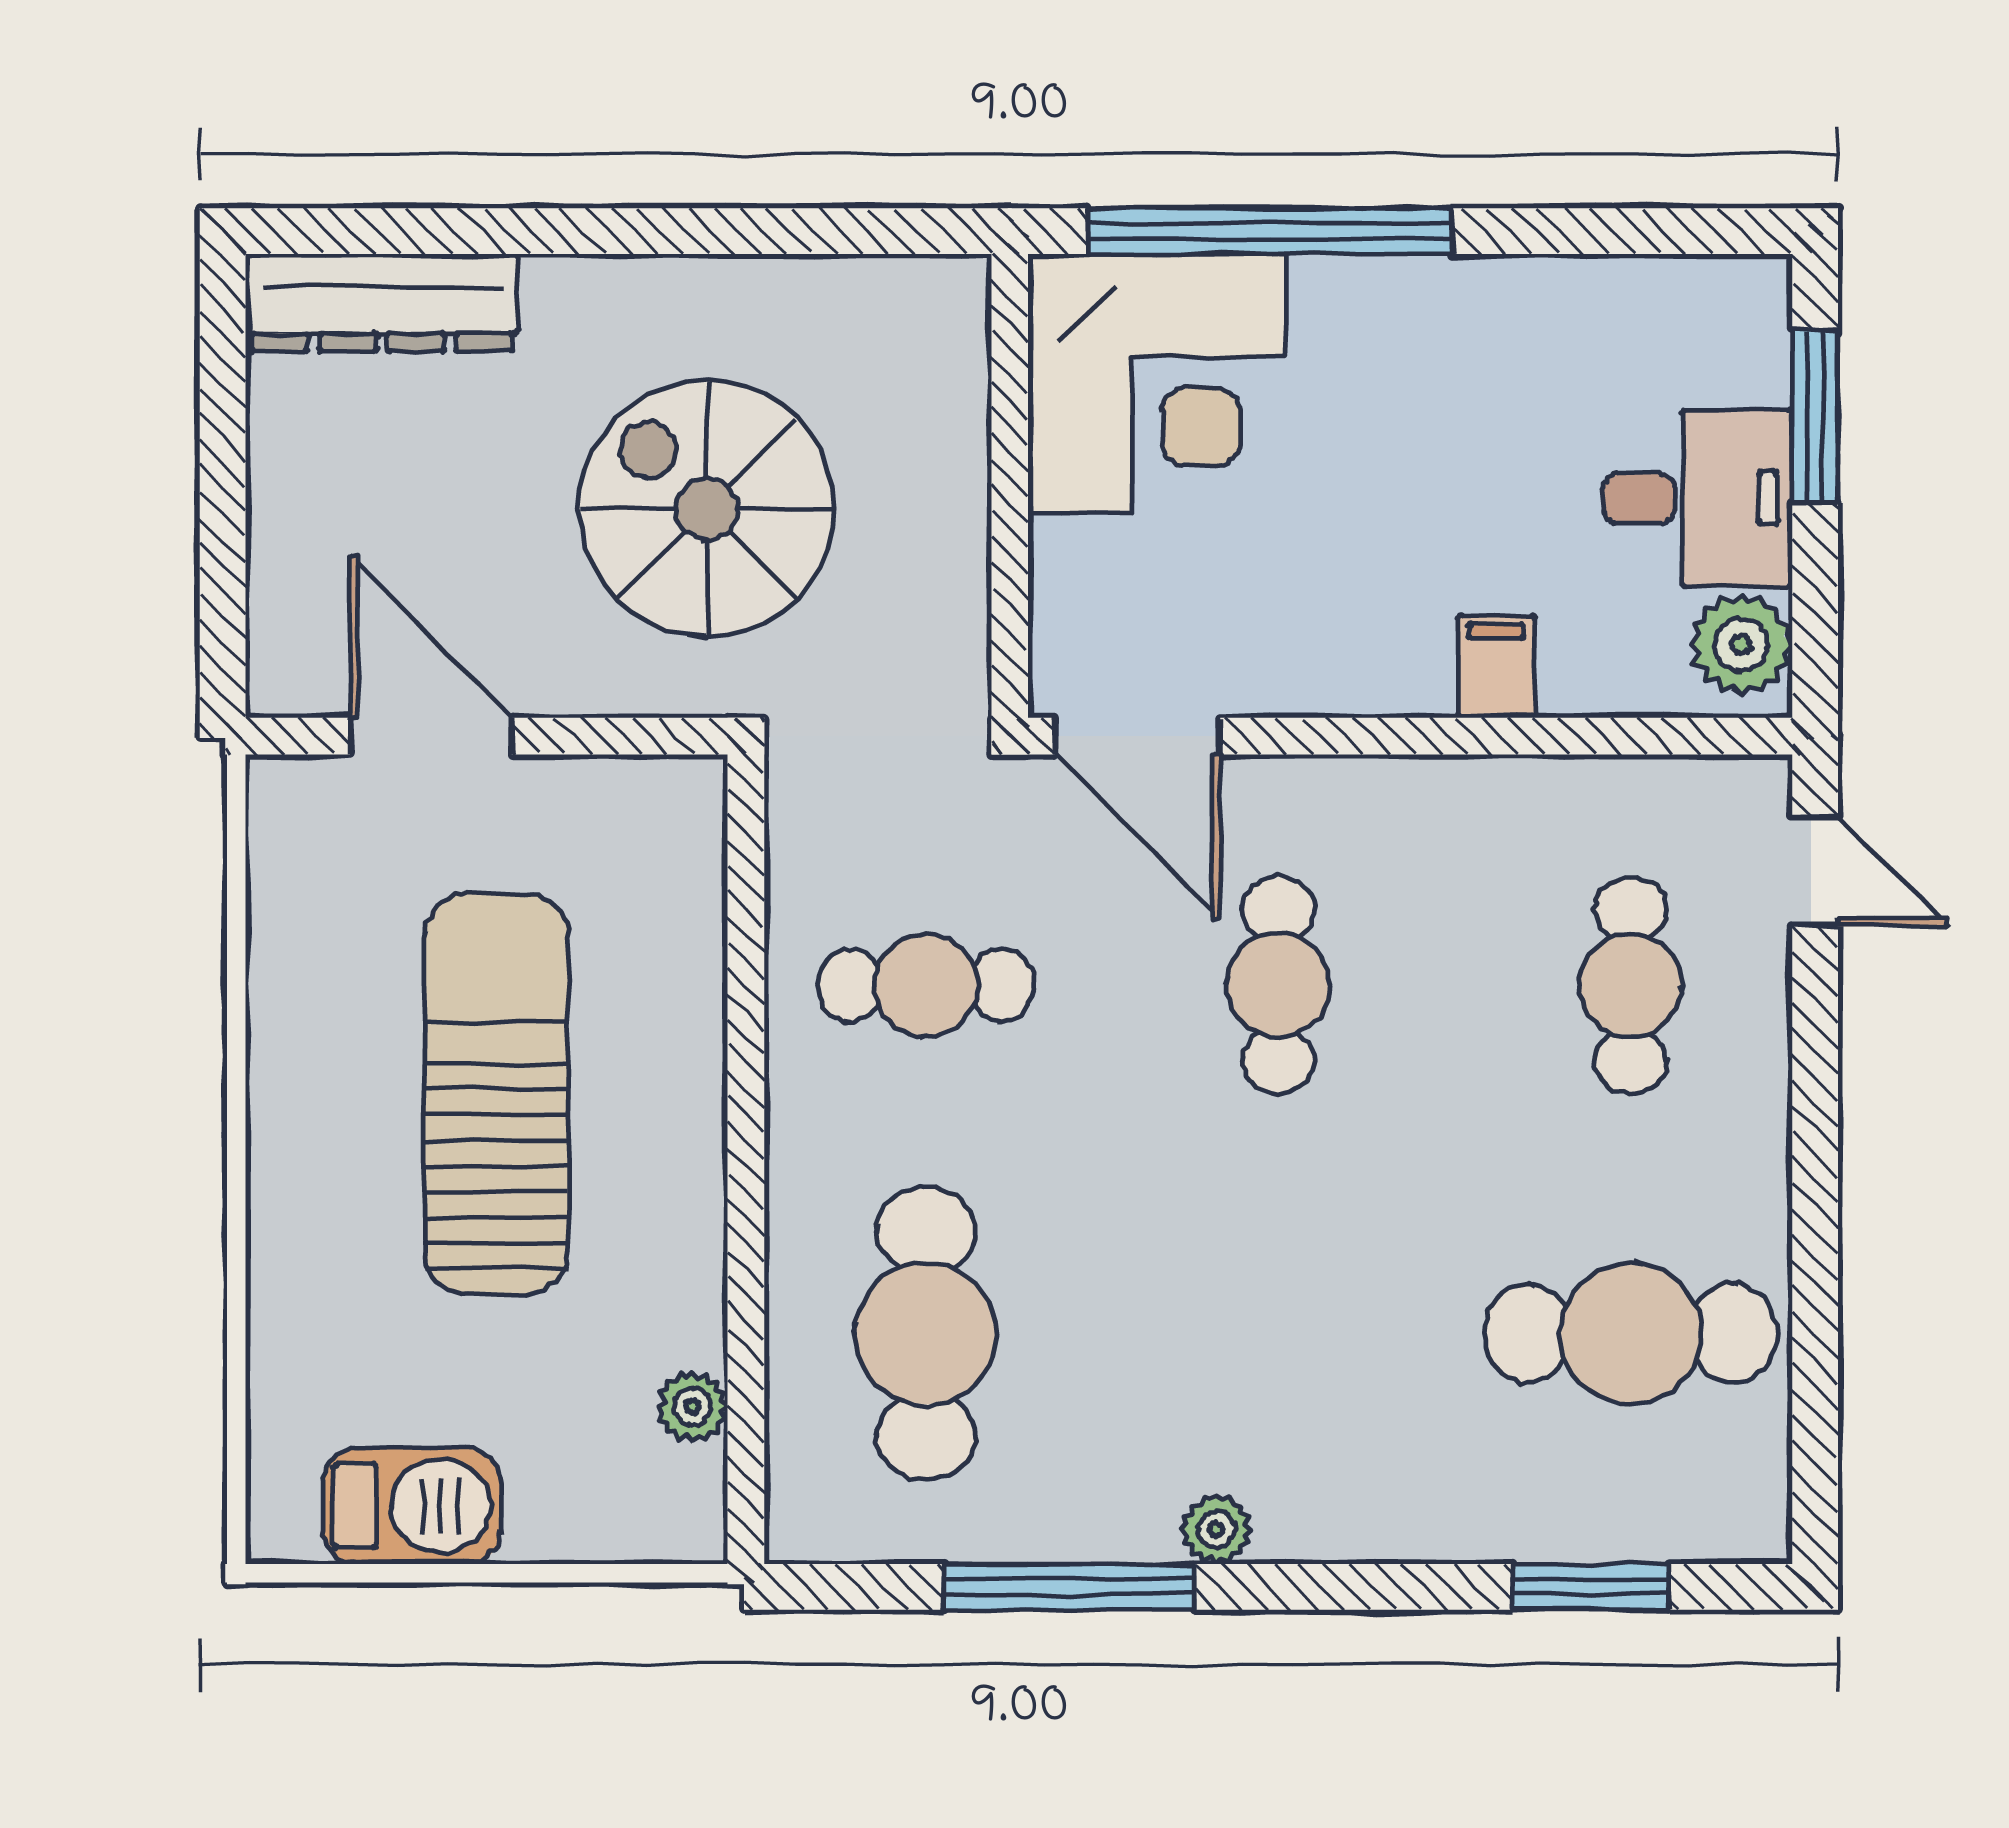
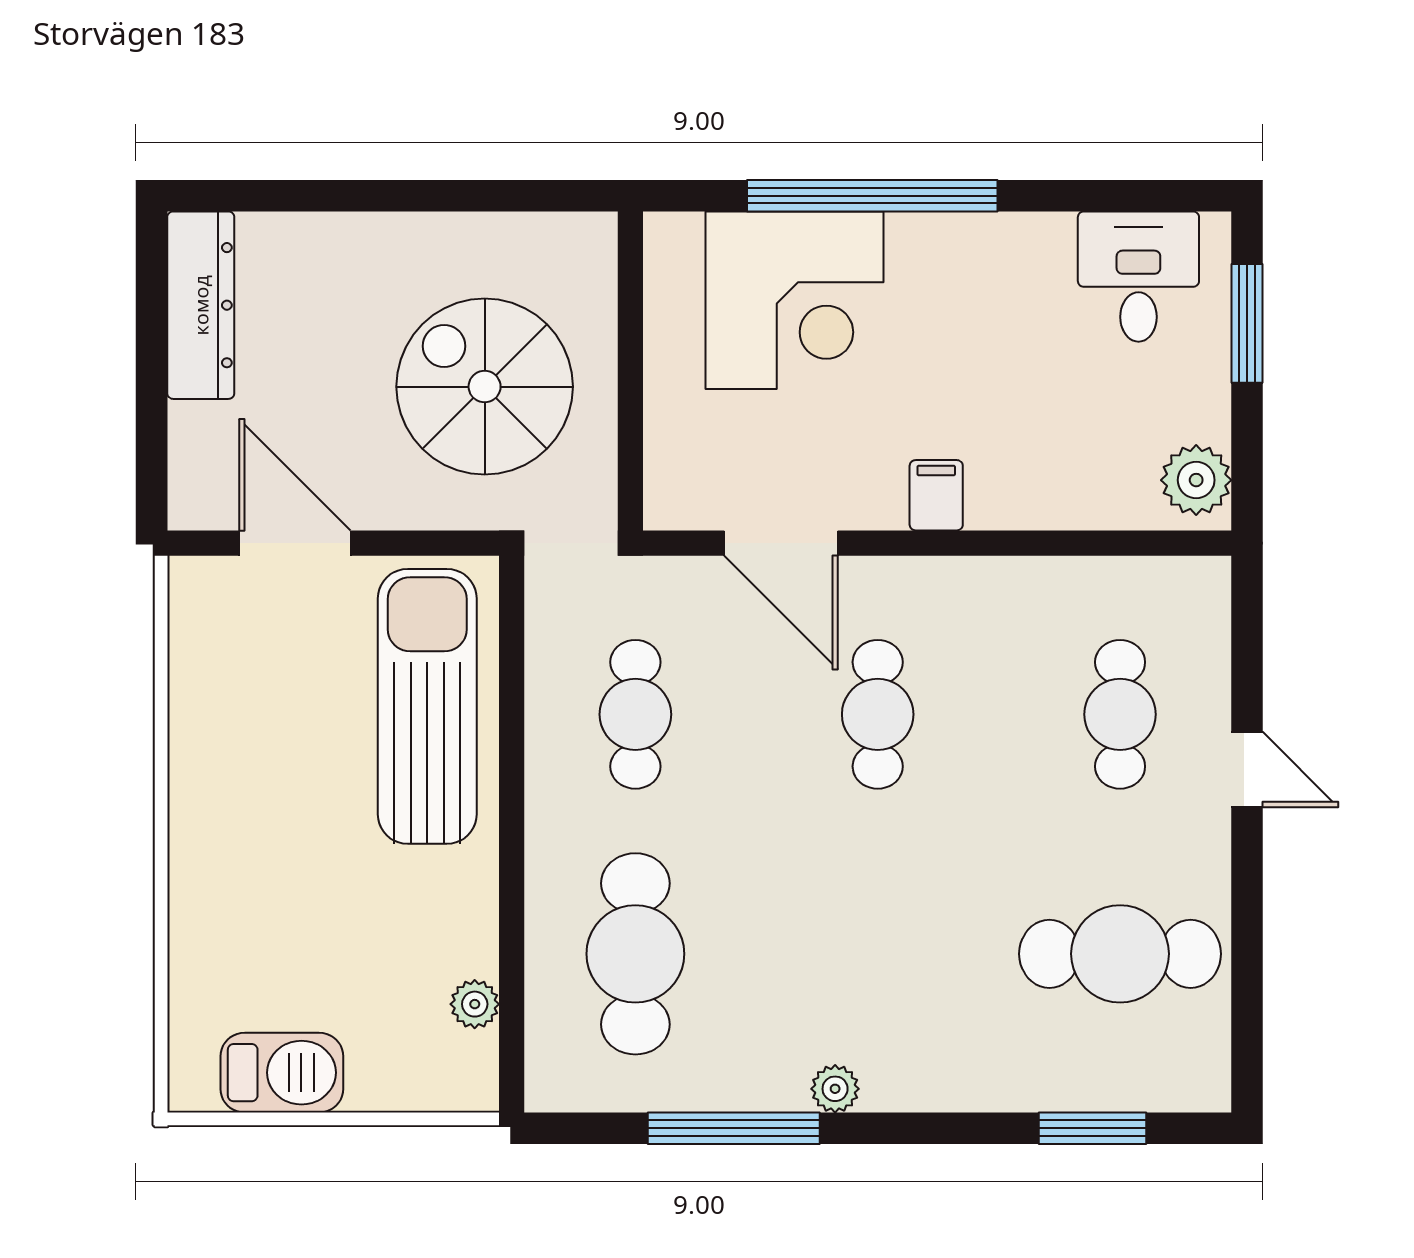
dresser: (382, 303) -> (201, 305), moved, turned -90
wall: (1010, 486) -> (630, 371), moved
desk: (1698, 498) -> (1138, 277), moved, turned -90
filing cabinet: (1496, 667) -> (936, 495), moved
door: (1815, 871) -> (1247, 769), moved
cafe table: (926, 985) -> (635, 714), turned 90
sun lounger: (496, 1094) -> (427, 706), moved

